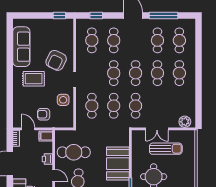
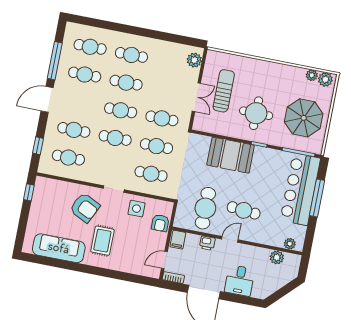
armchair: (44, 114) -> (160, 223), moved

